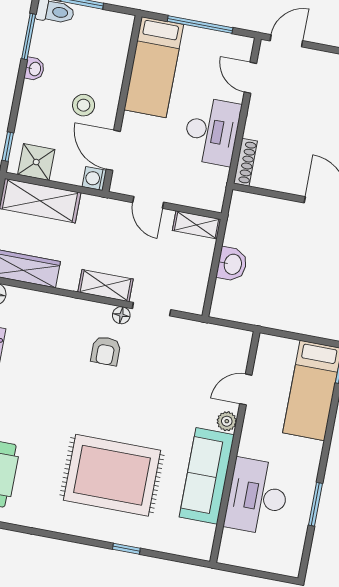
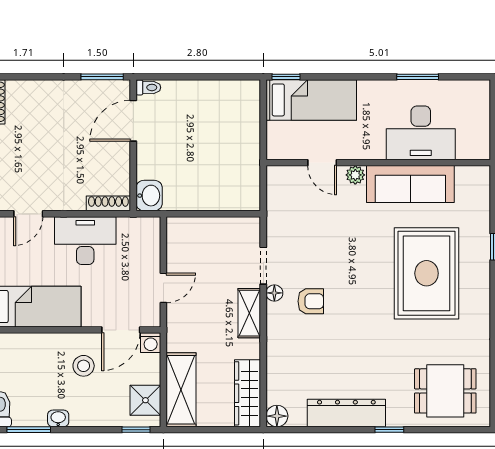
shelving: (197, 225) -> (176, 238), removed
washbasin: (232, 264) -> (149, 196), moved, turned 90

